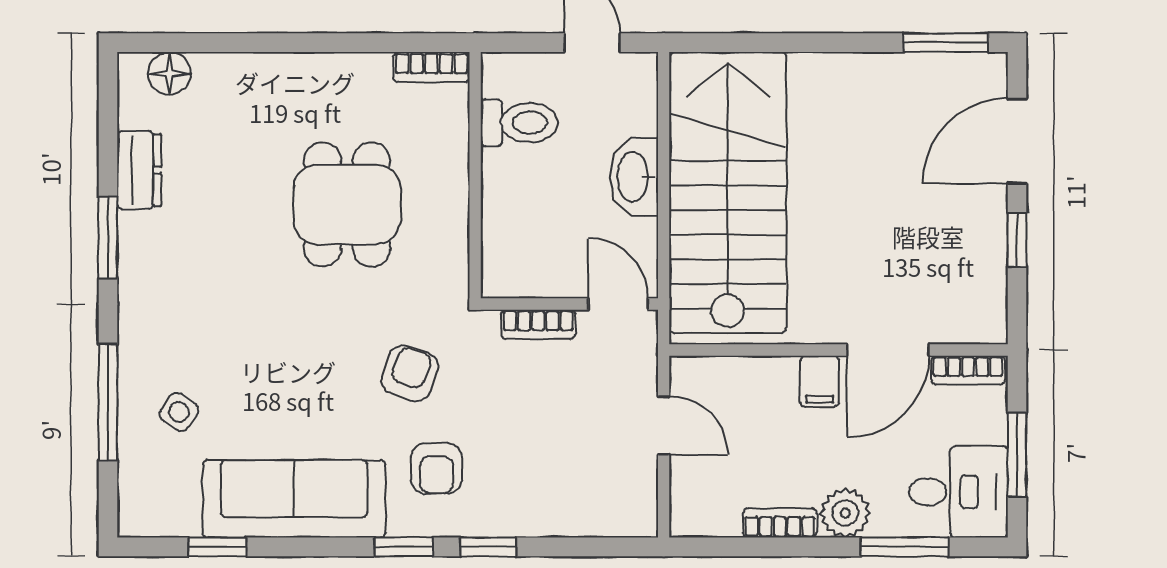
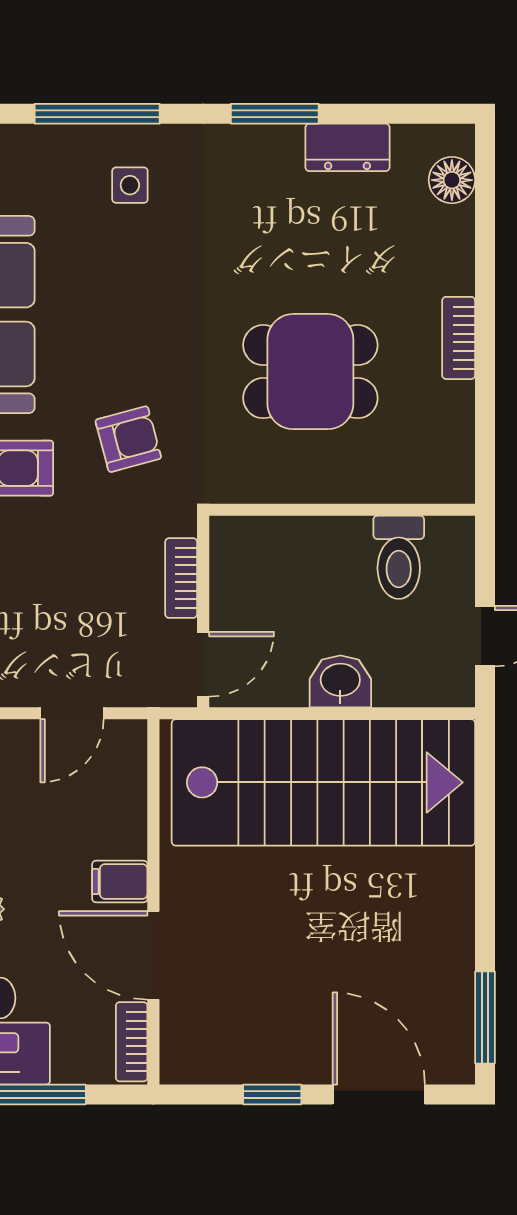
bookcase: (431, 67) -> (459, 338), moved
washbasin: (634, 177) -> (340, 681), width x0.72
armchair: (410, 373) -> (128, 439), turned -35
side table: (179, 412) -> (130, 185), moved, turned -34

